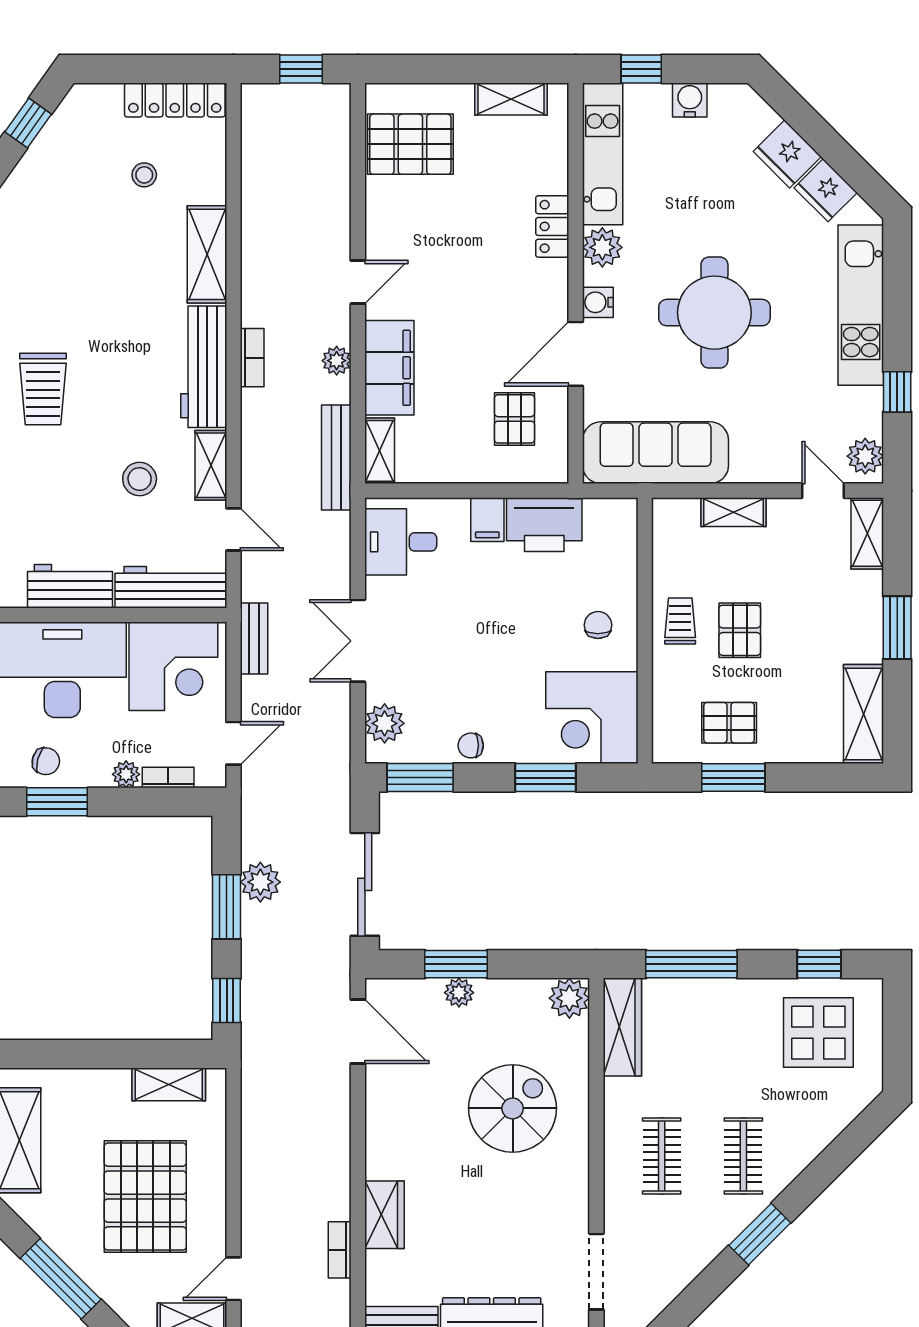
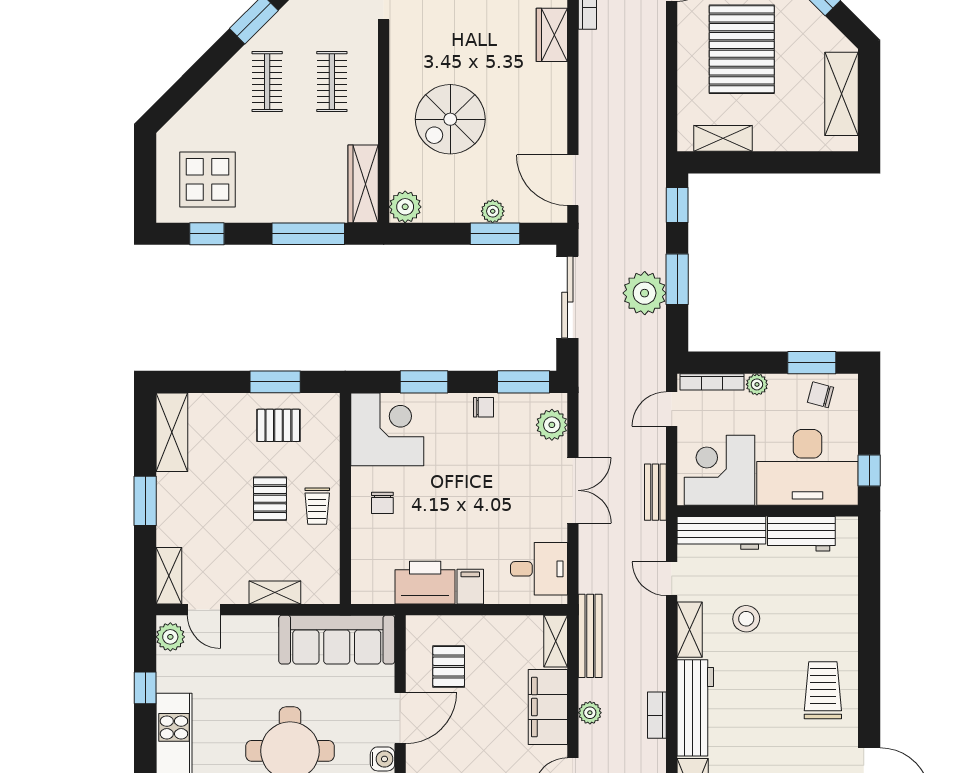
bookcase: (168, 778) -> (712, 382), width x1.56
plant: (260, 882) -> (645, 293), width x1.36, depth x1.36

